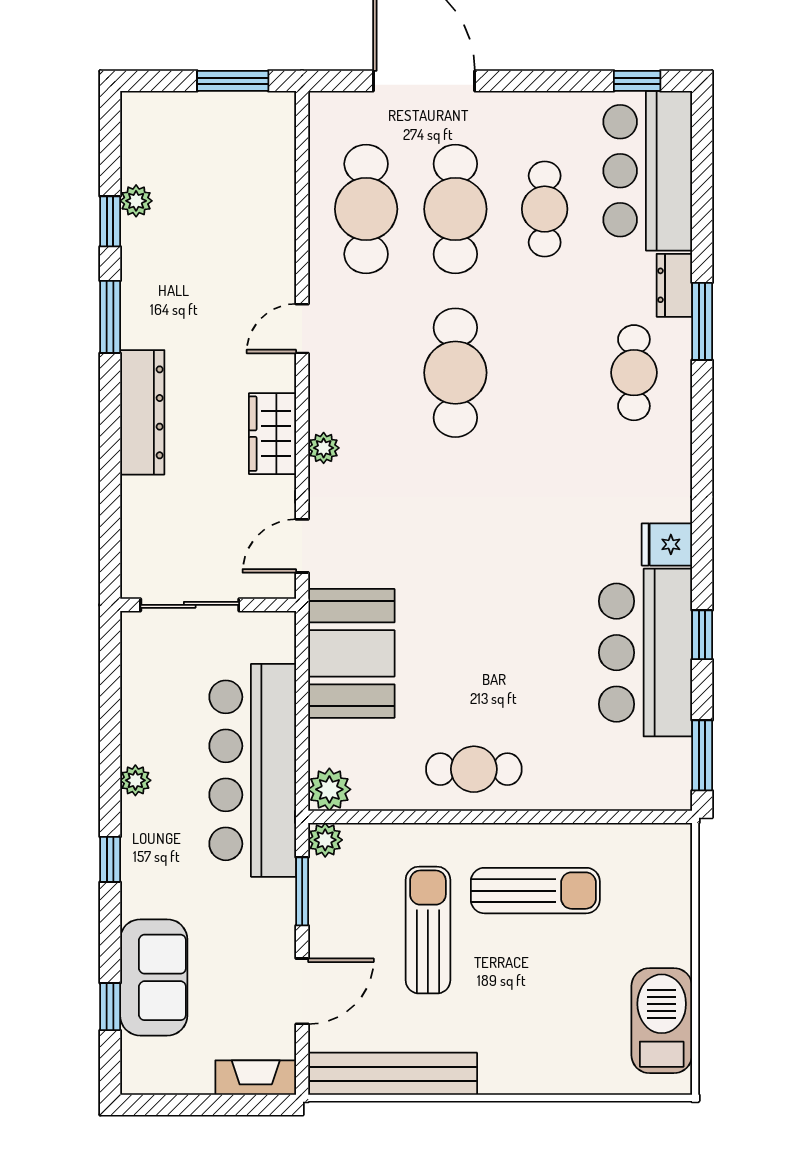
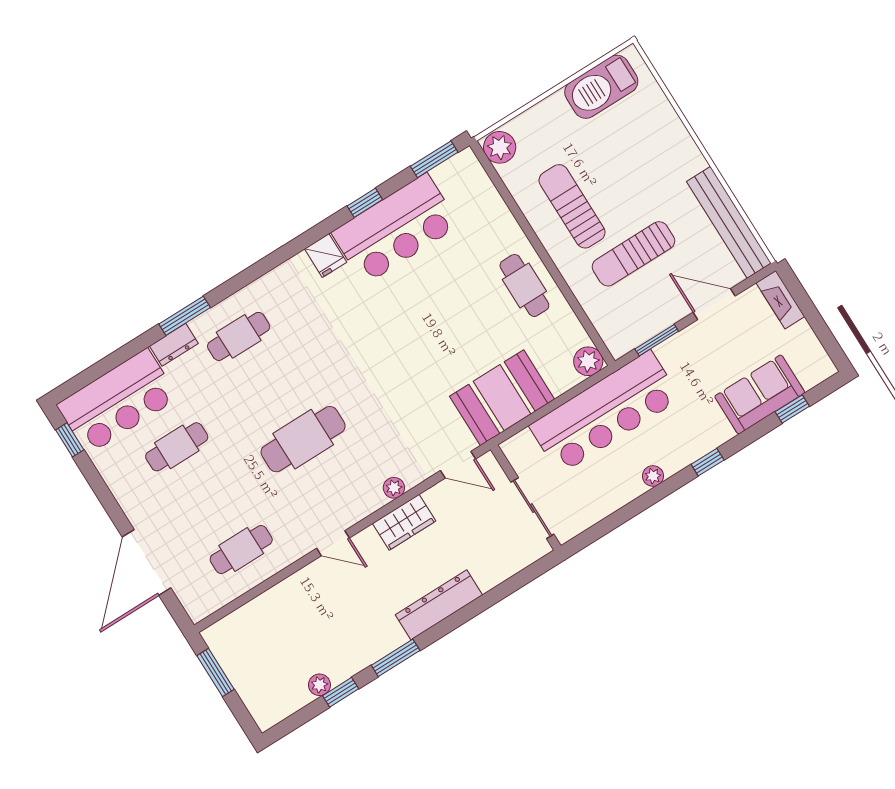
cafe table: (366, 209) -> (241, 550), width x0.73, depth x0.74
cafe table: (455, 209) -> (209, 498), removed
plant: (325, 840) -> (500, 147), moved, width x1.38, depth x1.38

